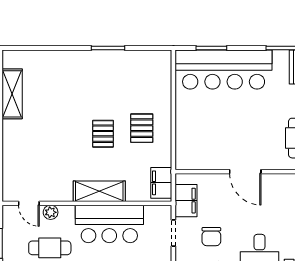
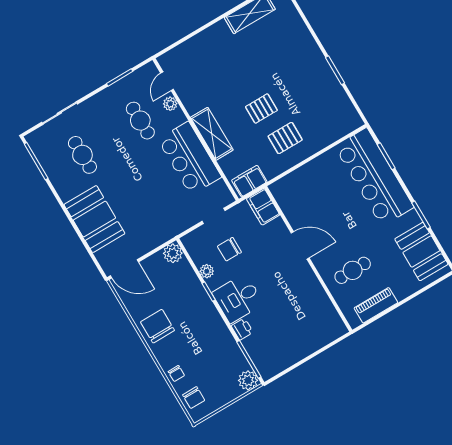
door: (245, 172) -> (300, 245), swing flipped
filing cabinet: (186, 201) -> (263, 207), moved, turned 90

